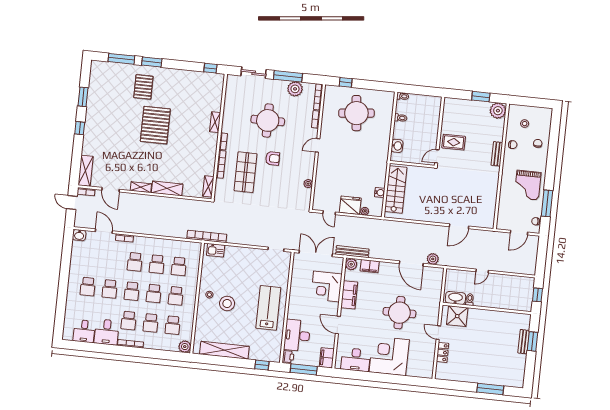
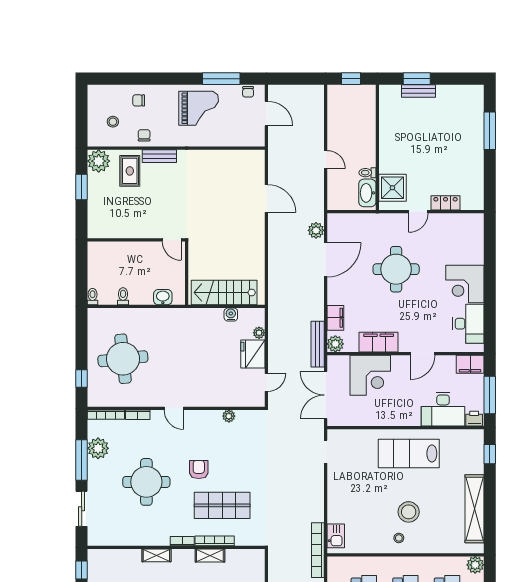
rug: (454, 142) -> (130, 171), moved
shelving: (208, 186) -> (210, 556), moved
corner desk: (389, 356) -> (465, 284), width x0.74, depth x0.74

